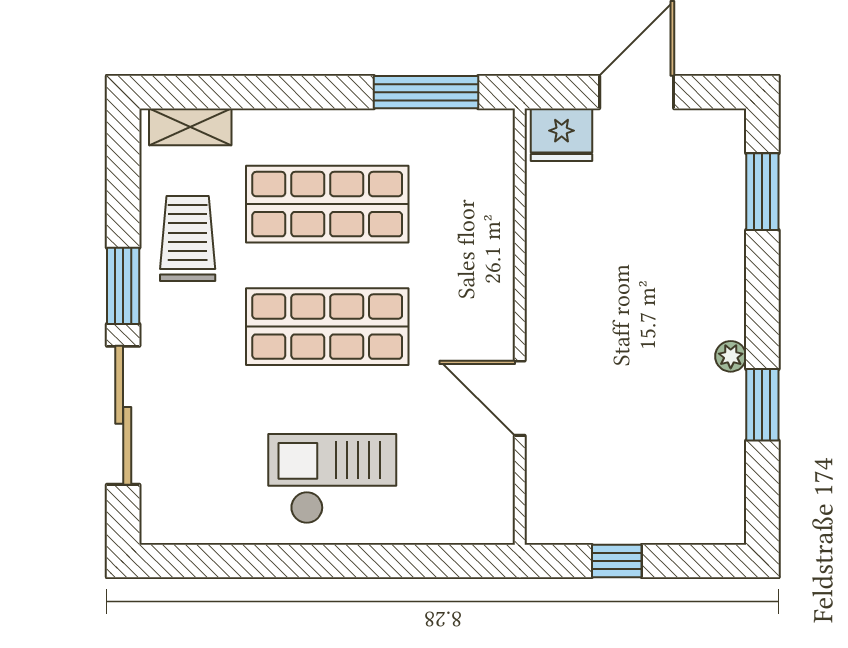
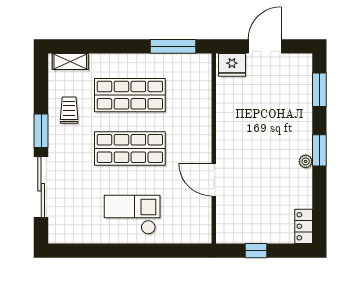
trolley: (188, 239) -> (69, 110), width x0.73, depth x0.72
window: (762, 405) -> (319, 150), moved
locker: (726, 505) -> (304, 226), added

